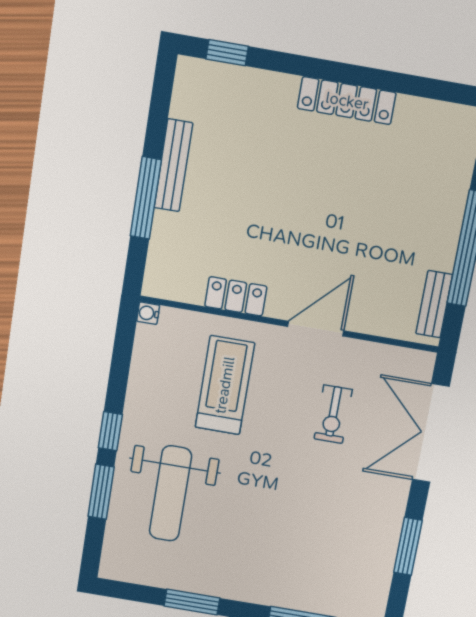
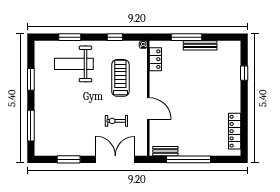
window: (227, 53) -> (244, 73), moved
locker: (347, 101) -> (235, 131), moved
locker: (236, 296) -> (155, 59), moved
treadmill: (225, 385) -> (120, 78), turned -90
window: (110, 431) -> (115, 37), moved

